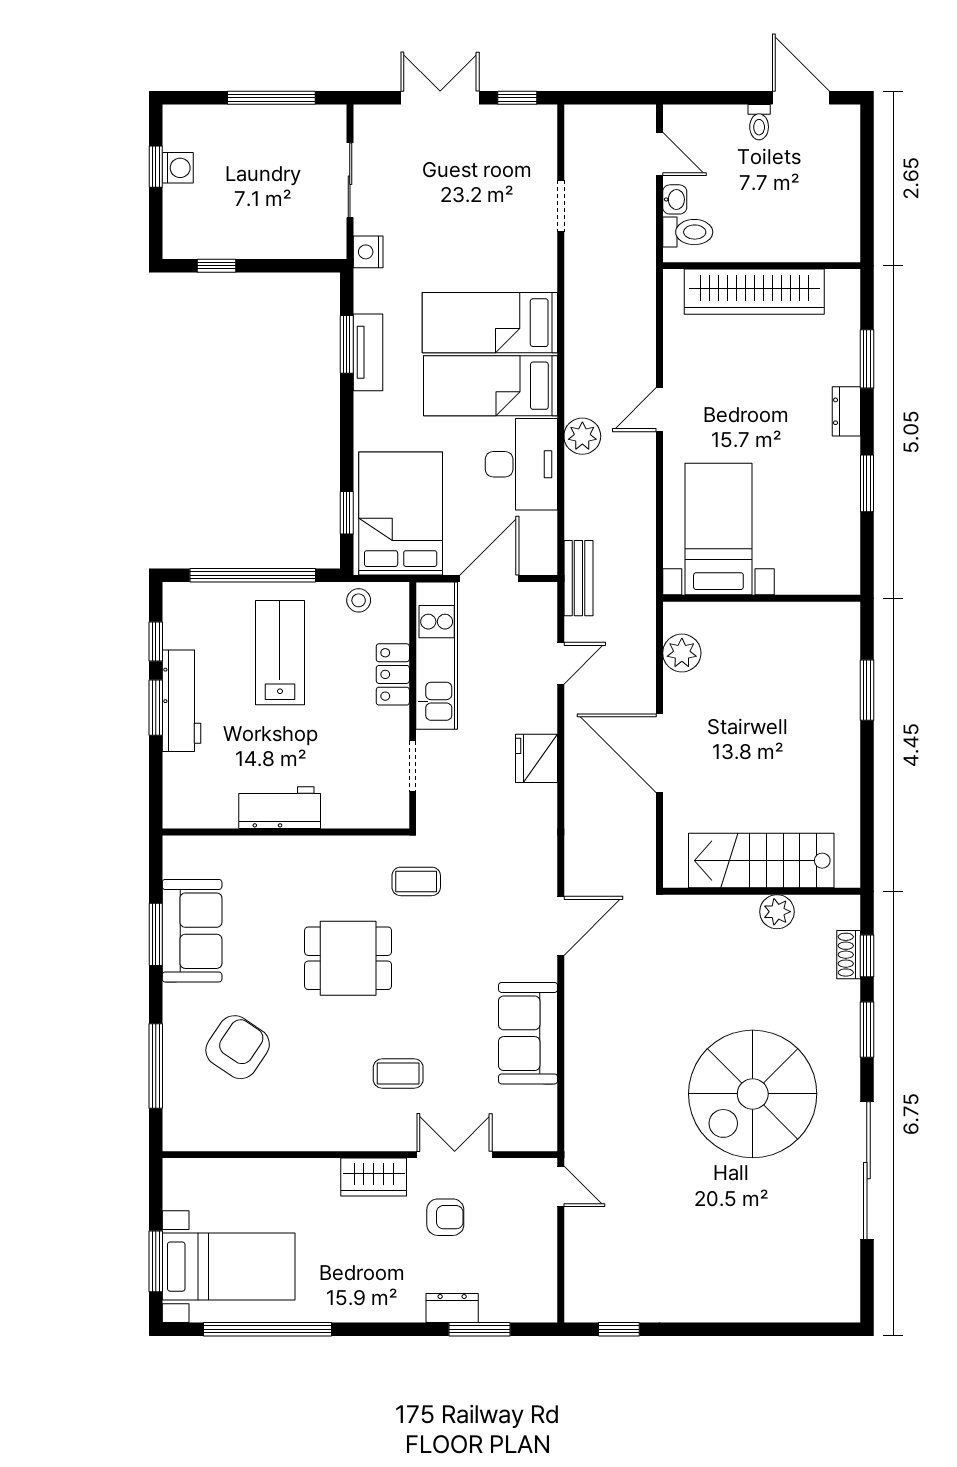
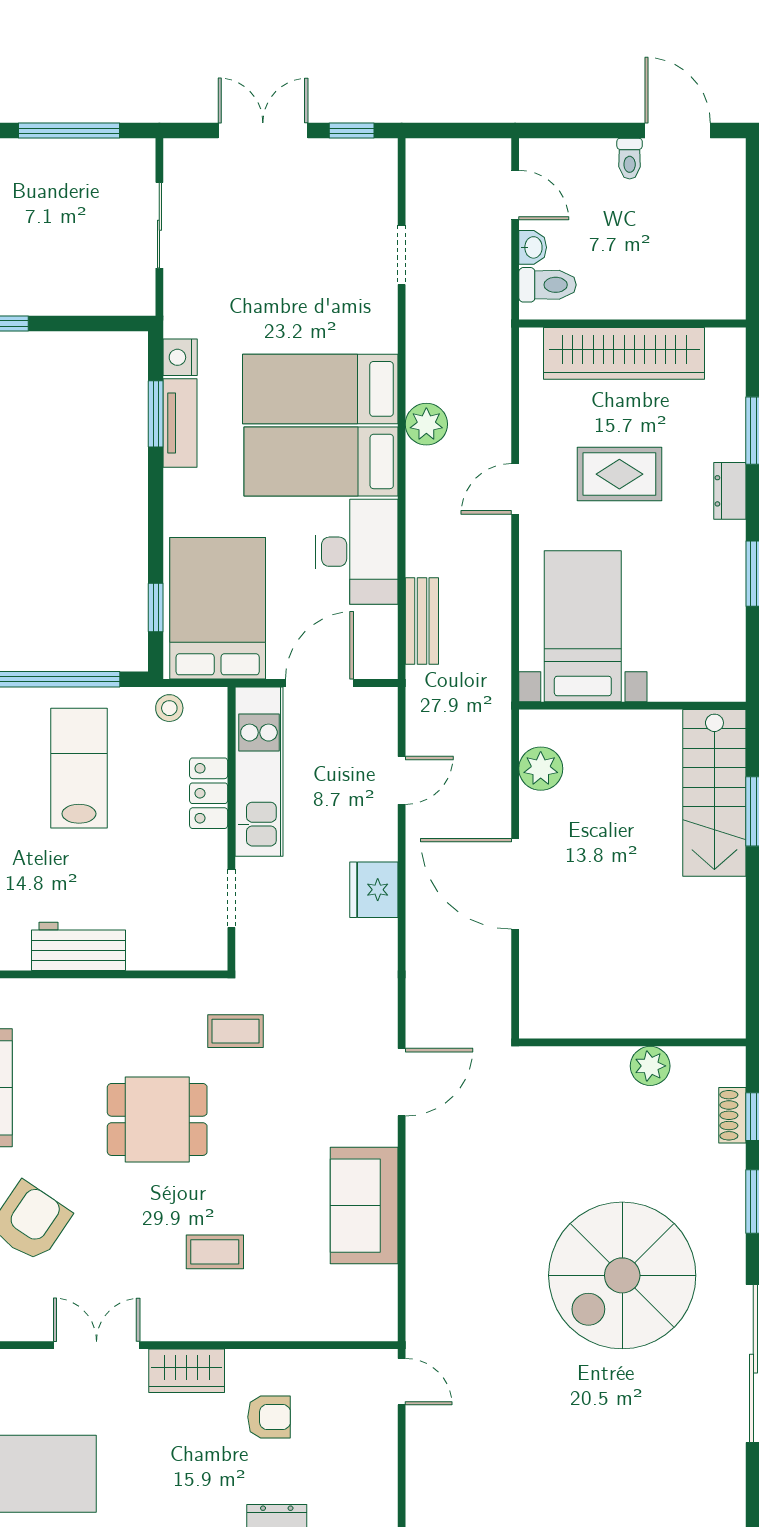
nightstand: (368, 252) -> (180, 357), moved
rug: (750, 397) -> (619, 474), added
plant: (582, 436) -> (426, 424), moved
bench: (578, 578) -> (422, 621), moved
stairs: (761, 861) -> (714, 793), moved, turned -90
double door: (455, 1155) -> (97, 1345), moved

